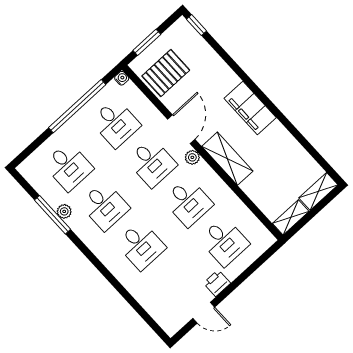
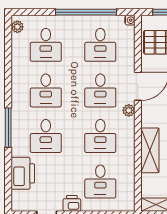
shelving: (227, 159) -> (150, 150), moved
plant: (64, 211) -> (17, 27), moved
window: (53, 215) -> (8, 128), moved
printer: (150, 296) -> (23, 173), added

